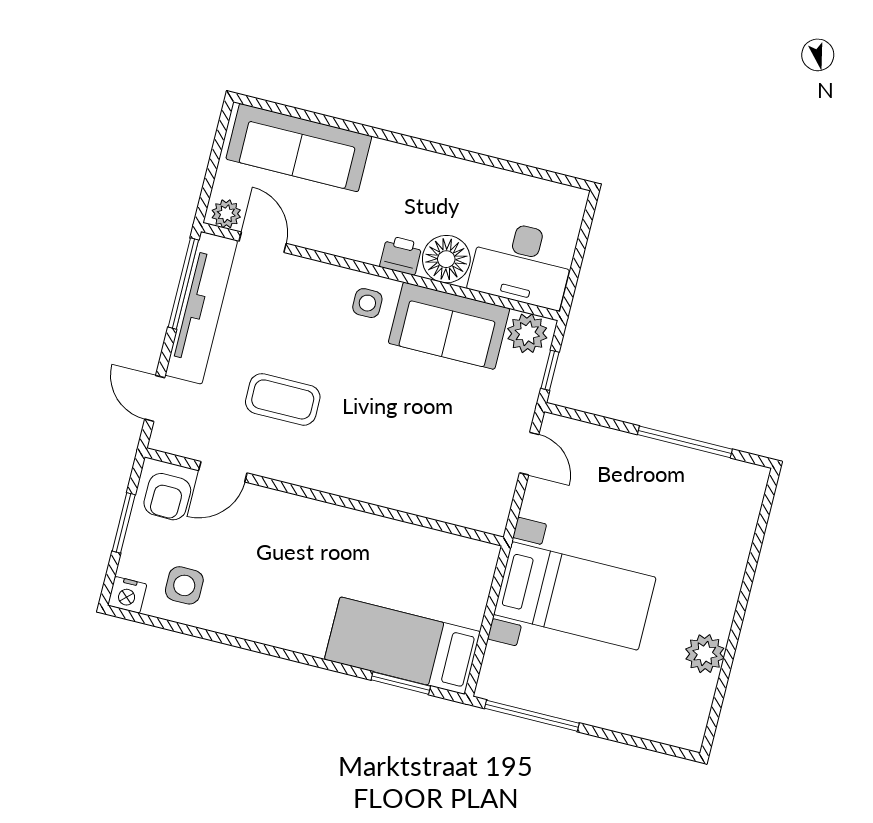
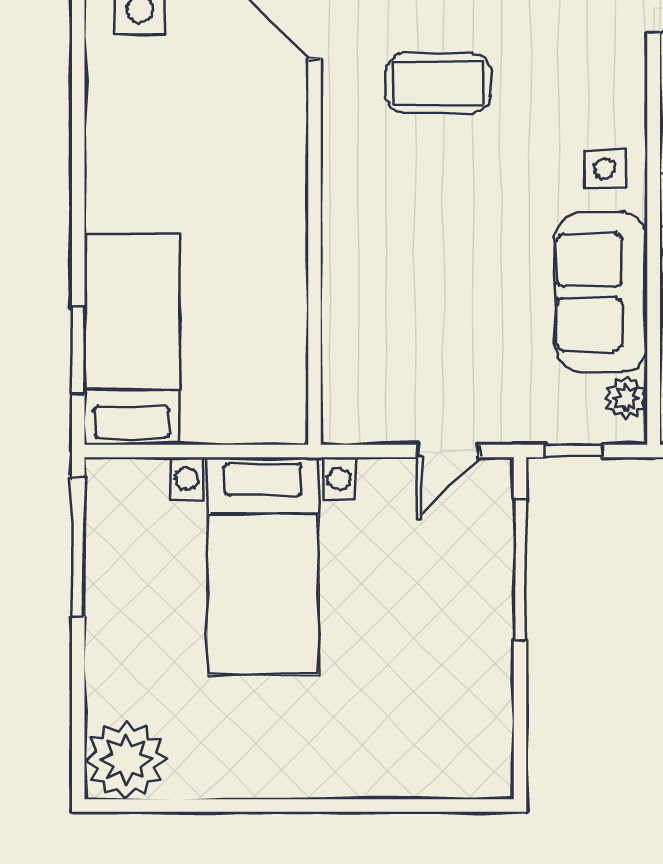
plant: (527, 333) -> (626, 398), width x0.73, depth x0.73
coffee table: (283, 399) -> (438, 83), turned 90
window: (685, 442) -> (520, 570), moved
plant: (705, 654) -> (126, 760), moved, width x1.36, depth x1.36

